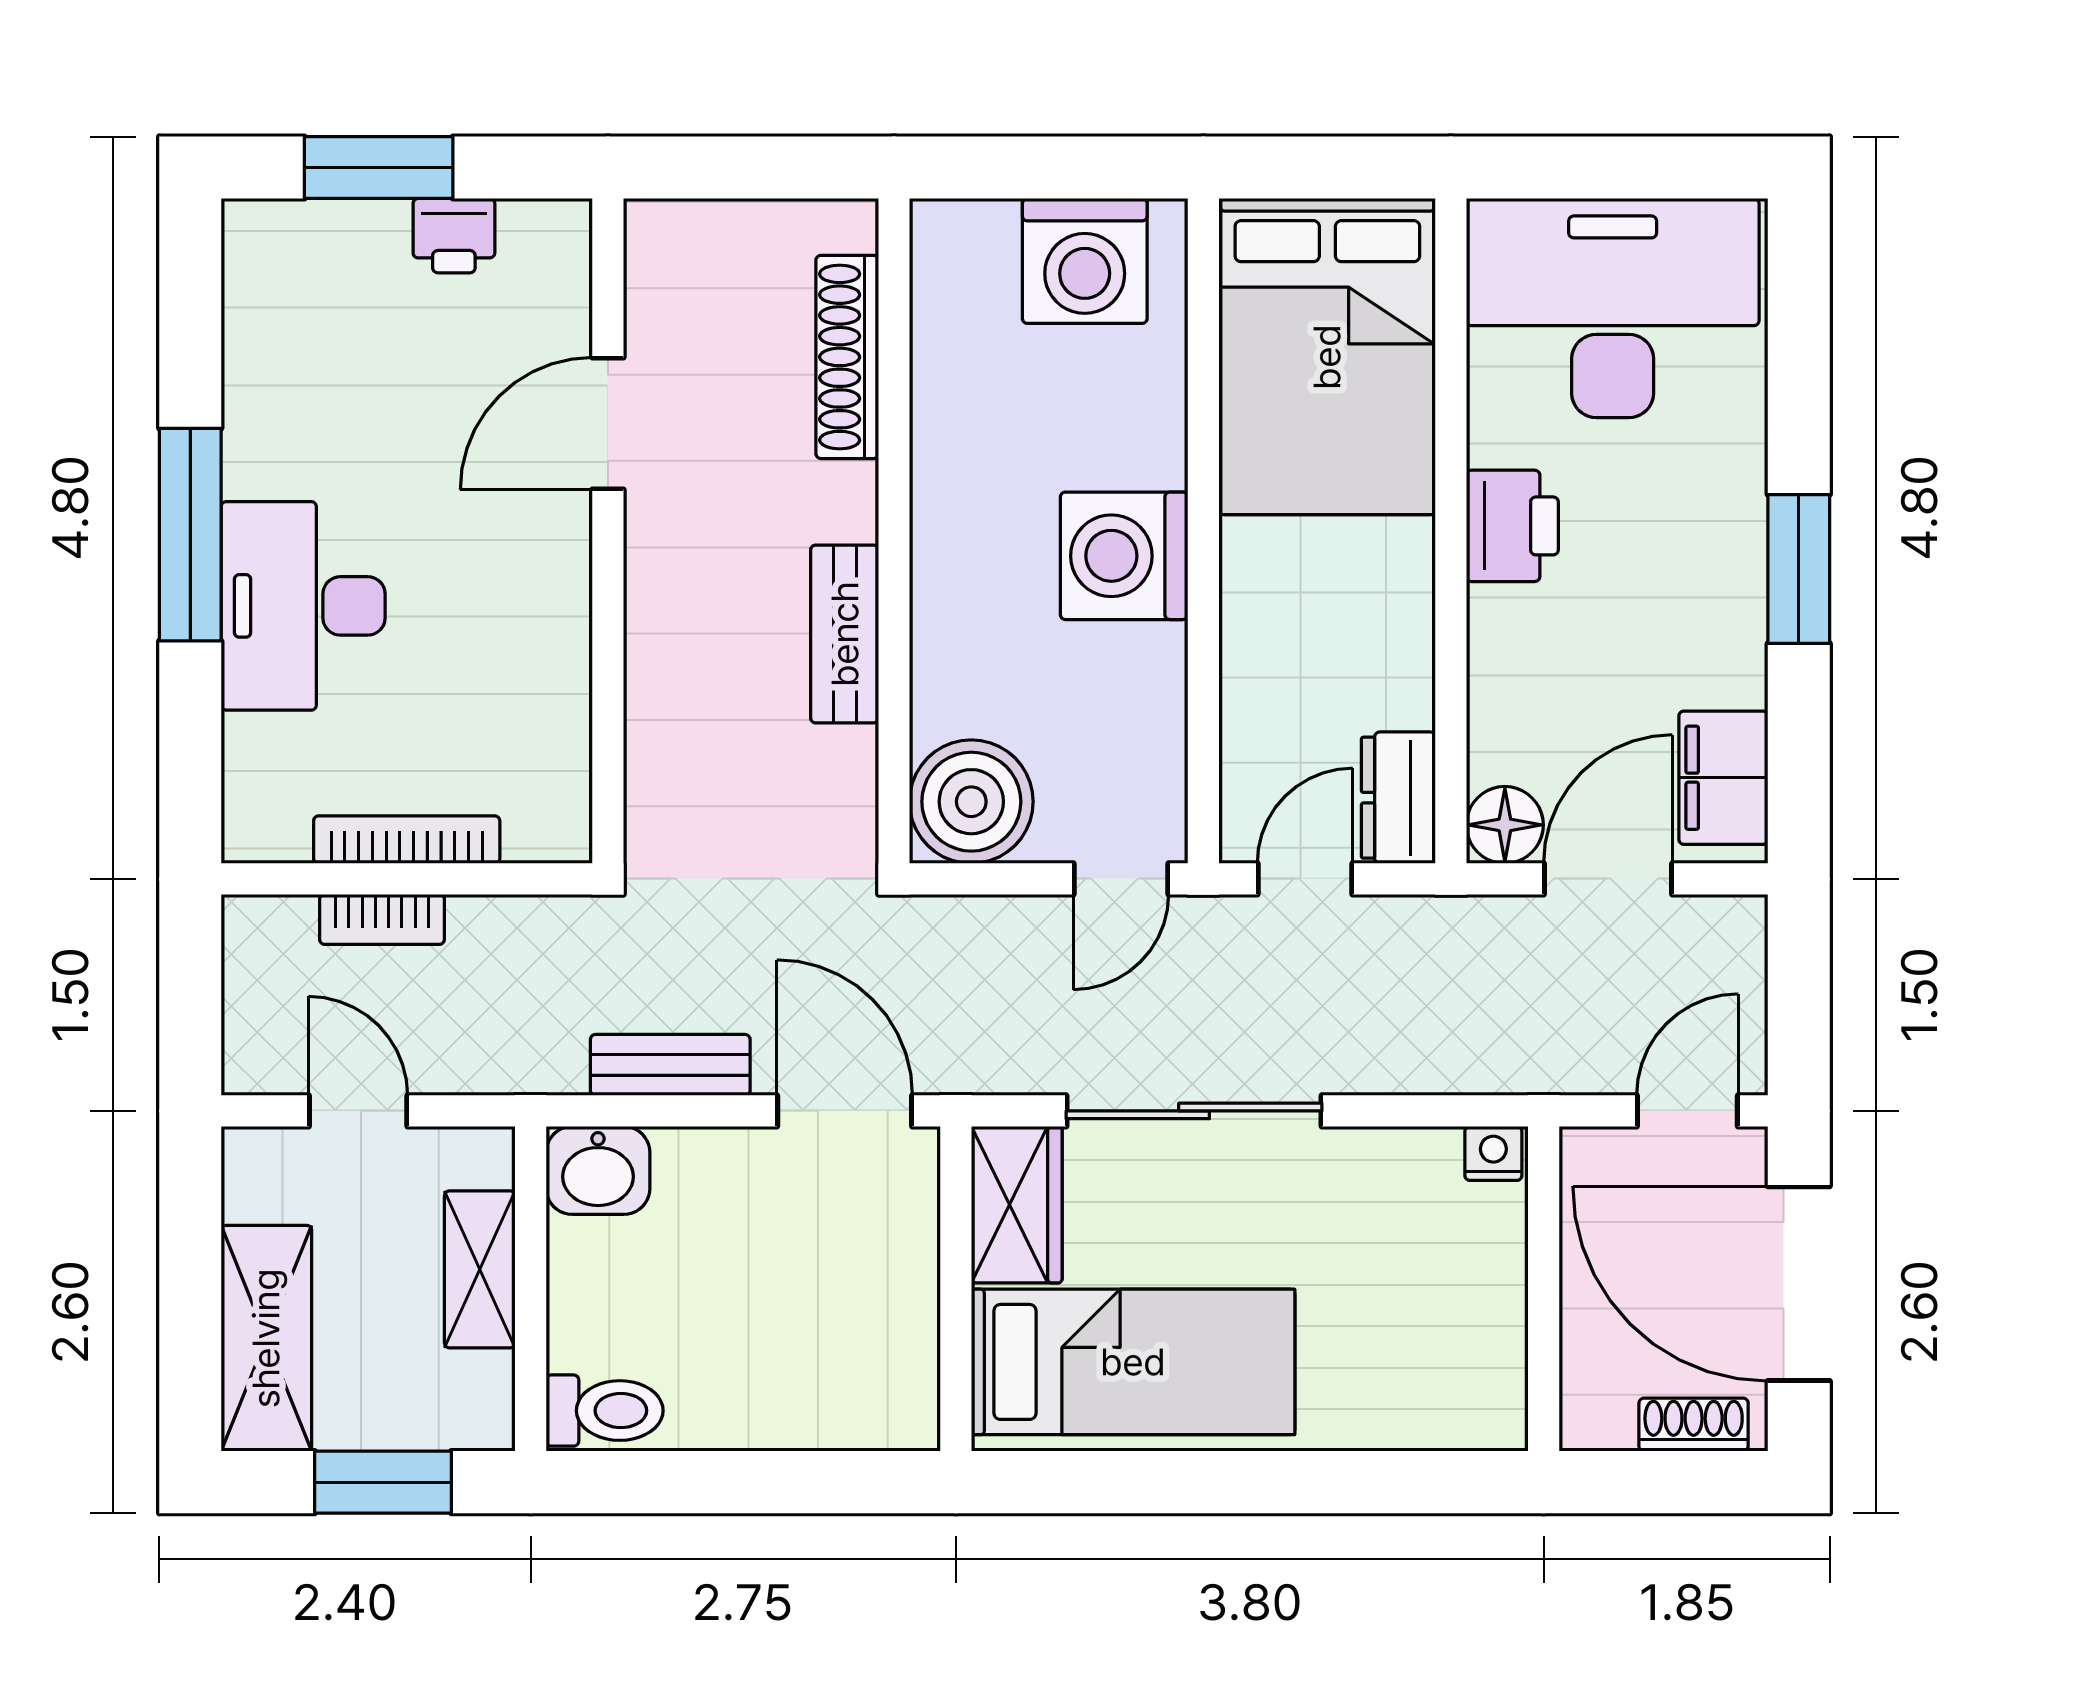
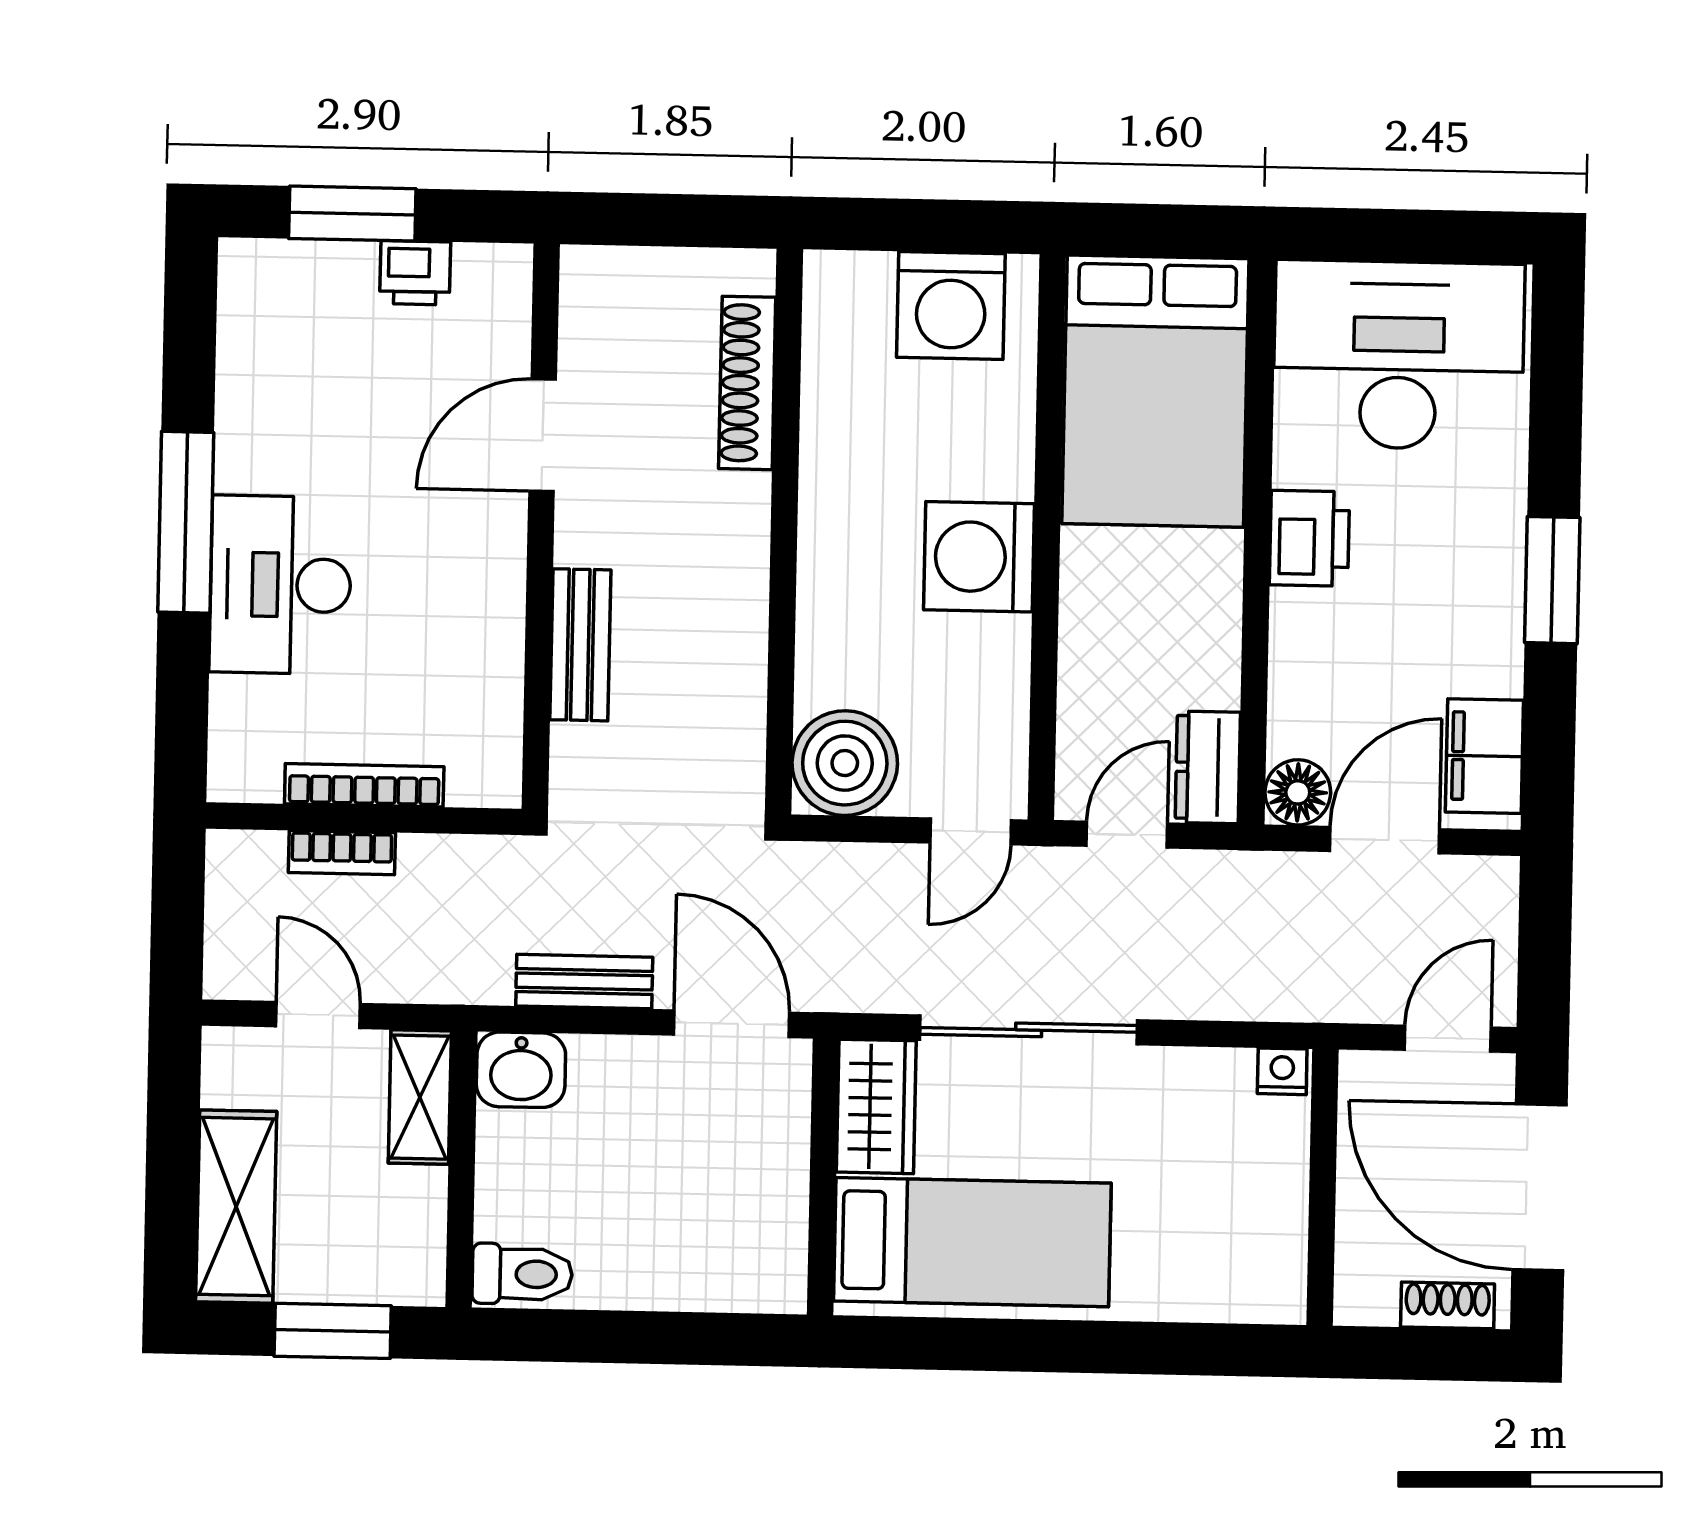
bench: (845, 634) -> (580, 645), moved
shelving: (480, 1269) -> (420, 1097), moved

